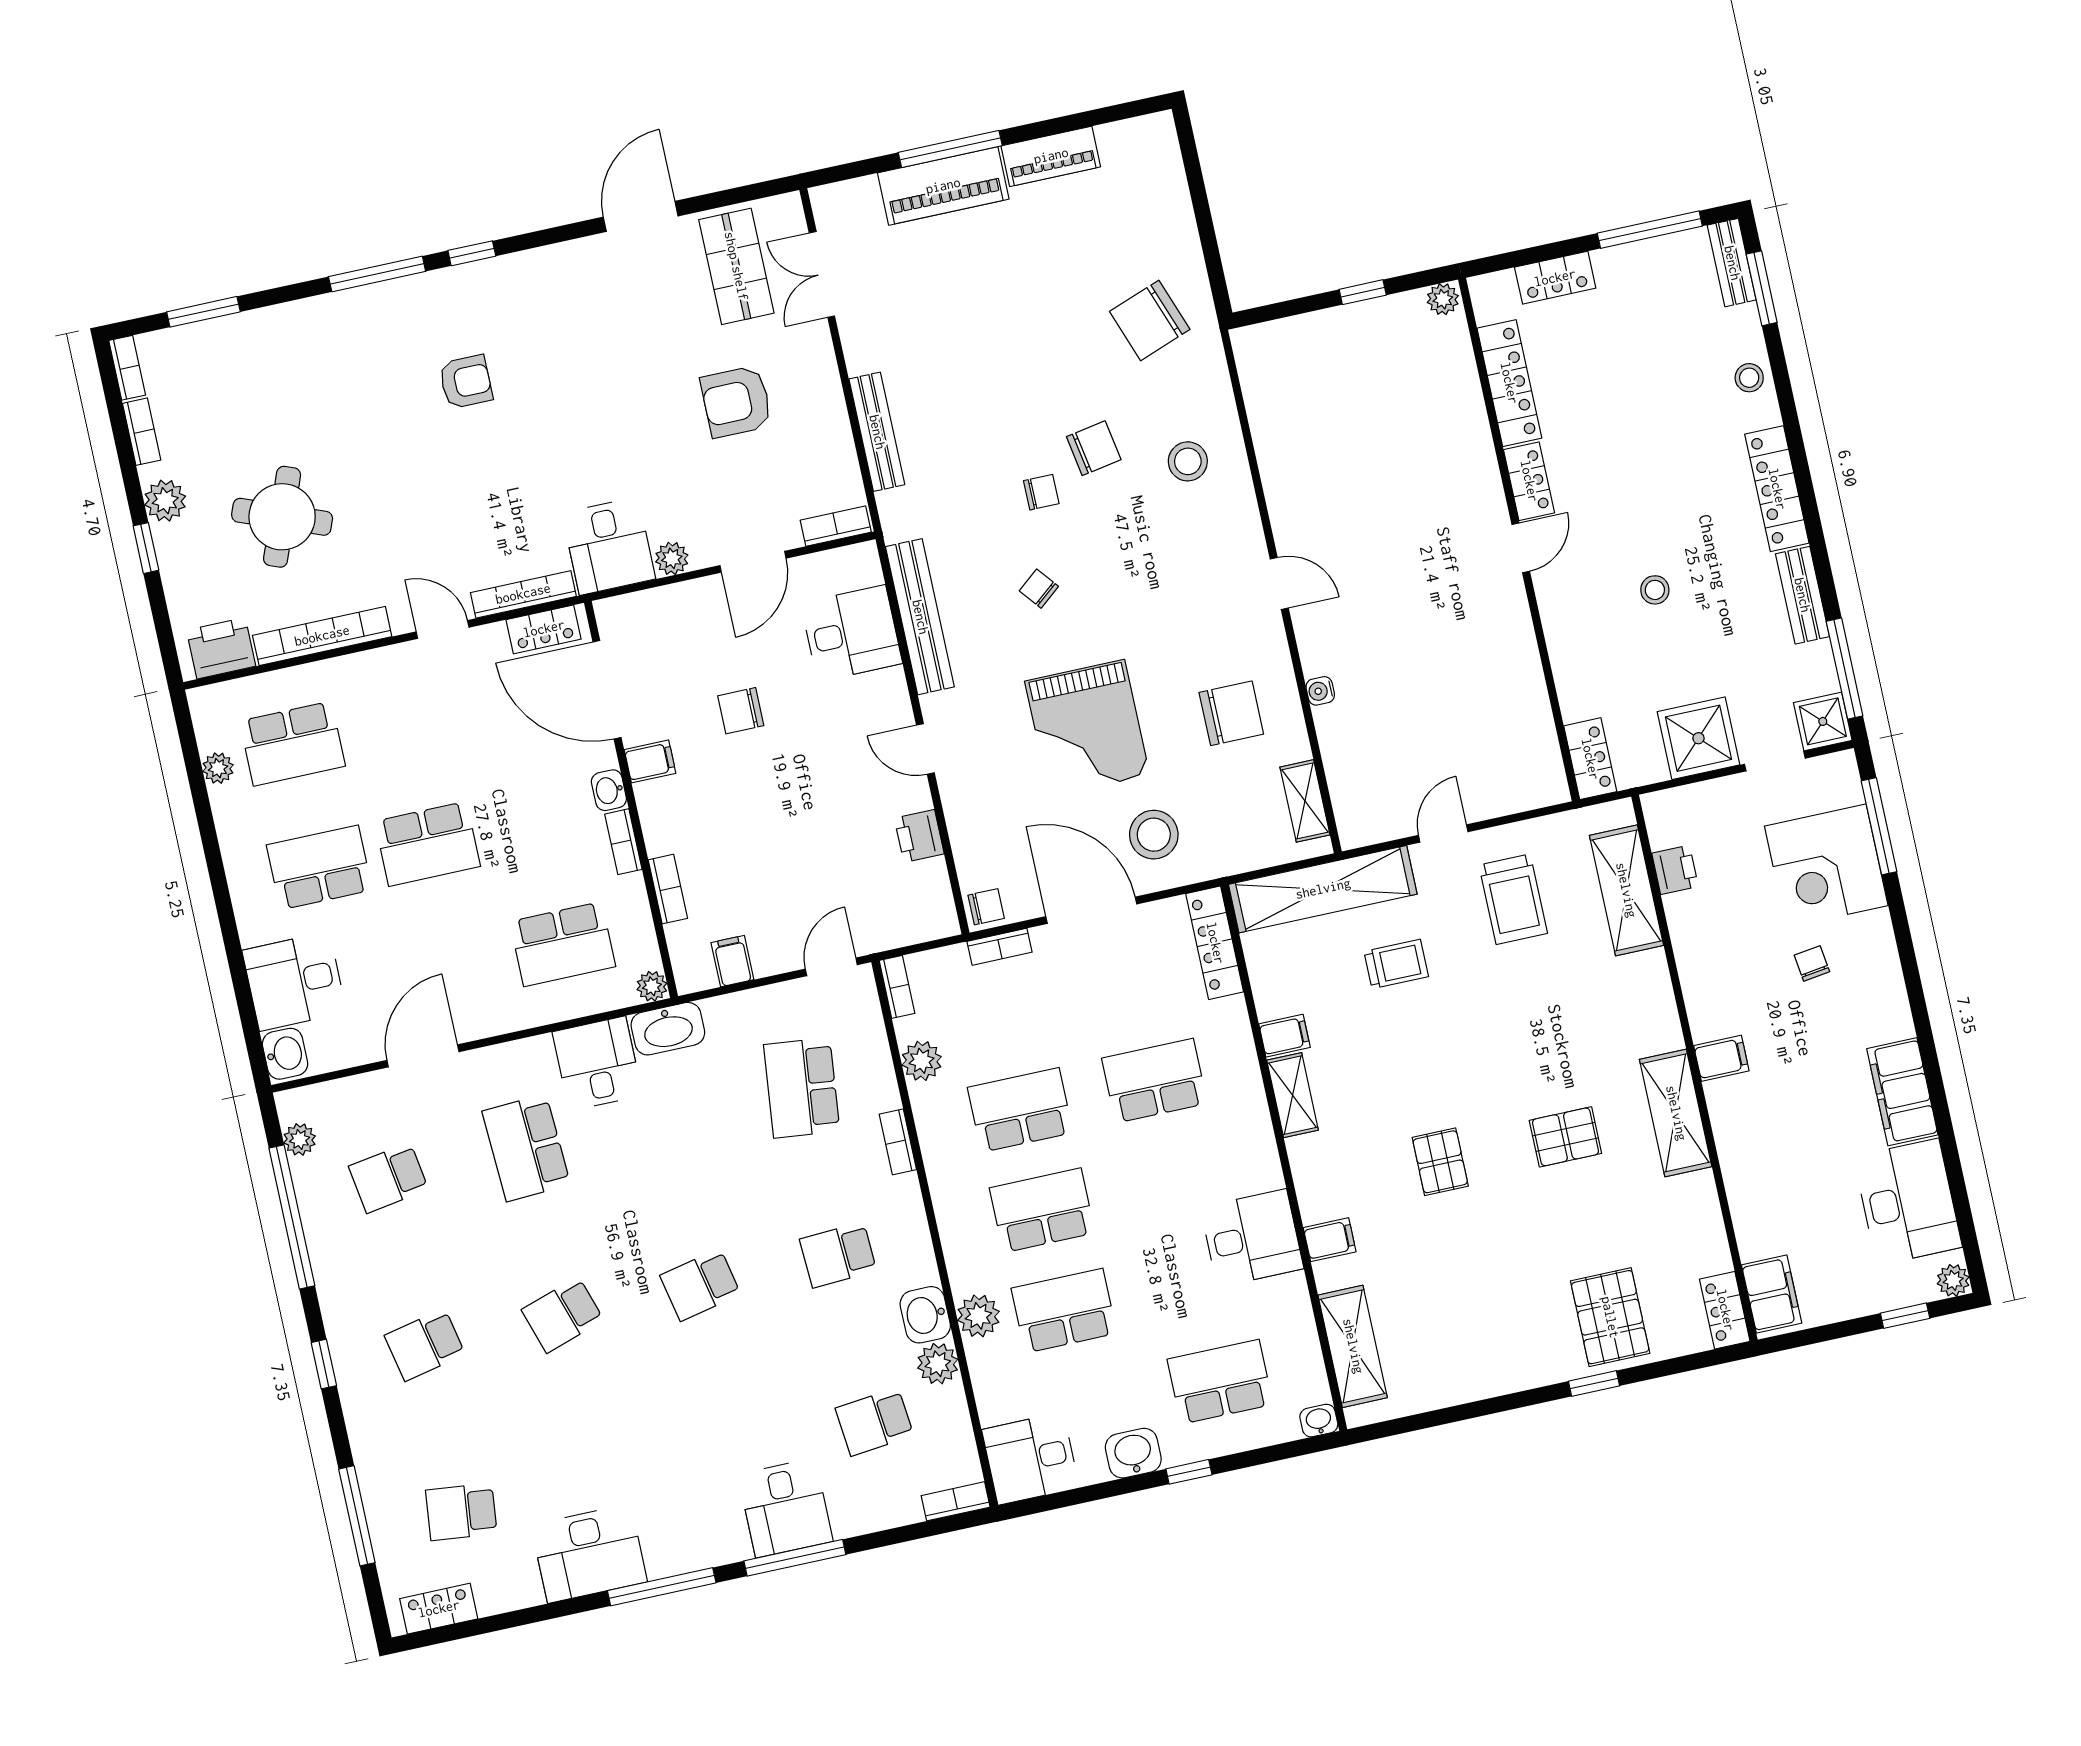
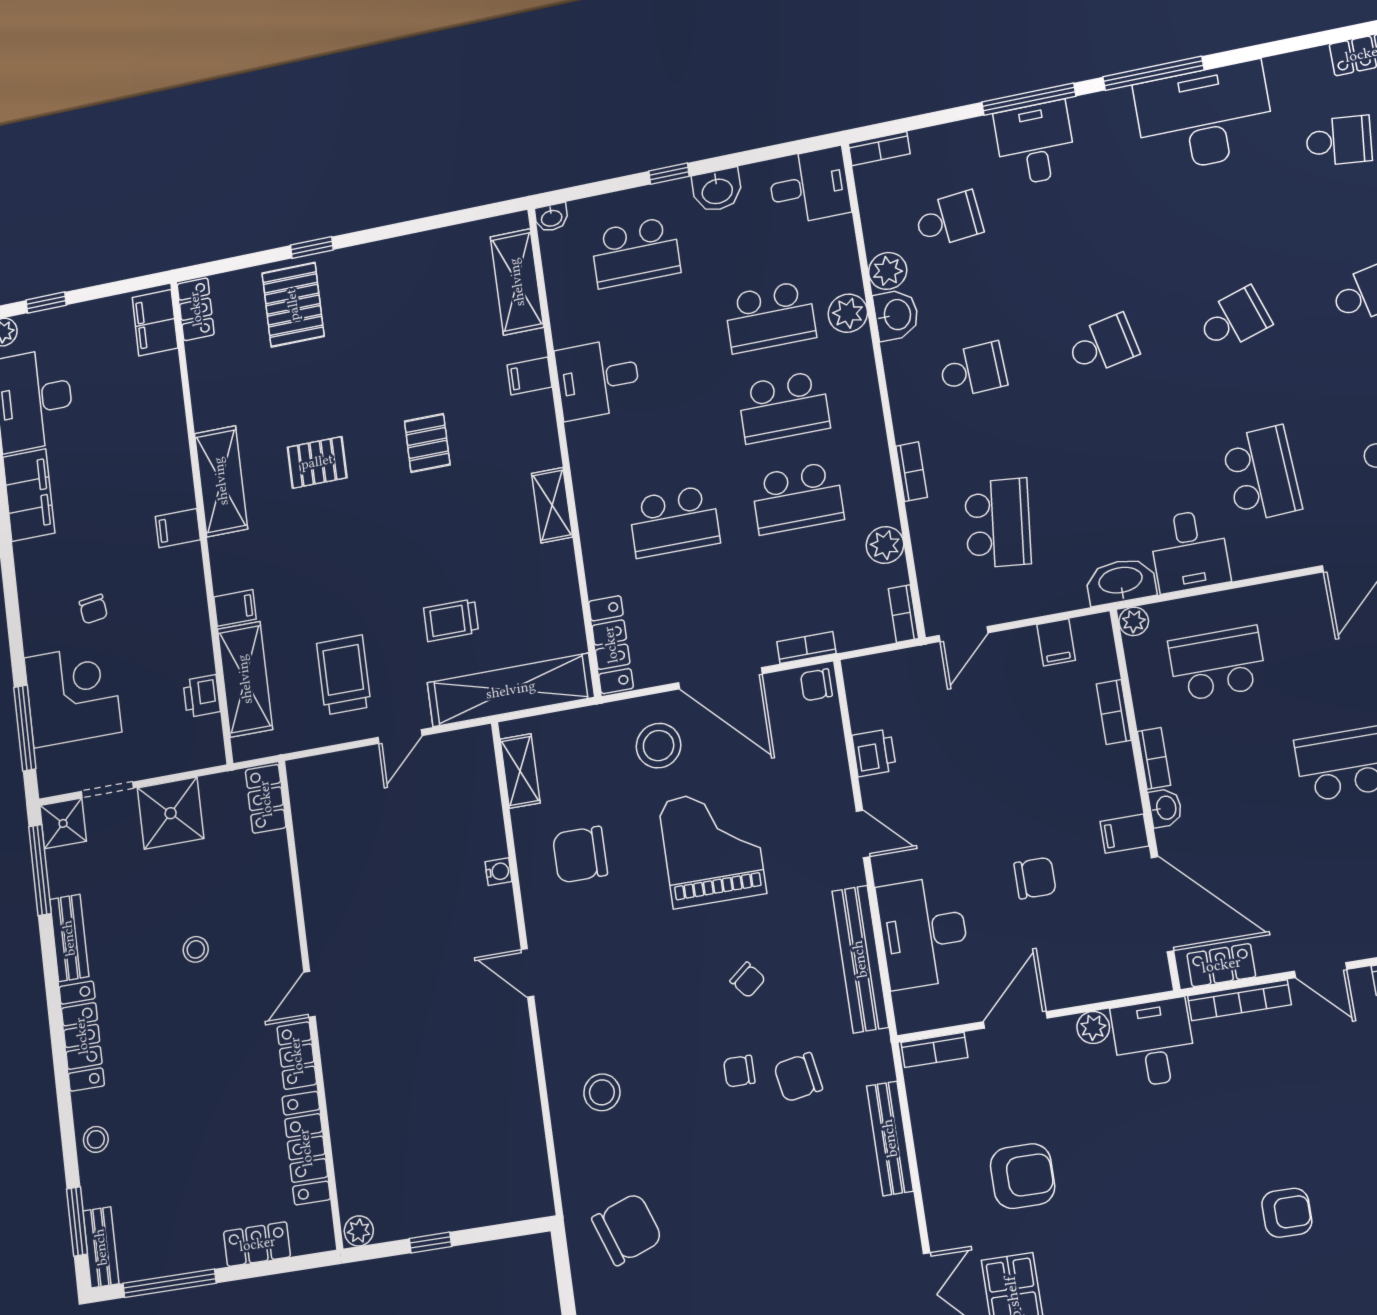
armchair: (466, 382) -> (1287, 1213), turned 180
chair: (1094, 448) -> (798, 1077), moved
desk: (851, 633) -> (923, 932), width x1.37
filing cabinet: (1285, 1036) -> (235, 608), moved, turned 180
desk: (589, 1553) -> (1204, 117), width x1.36, depth x1.30

